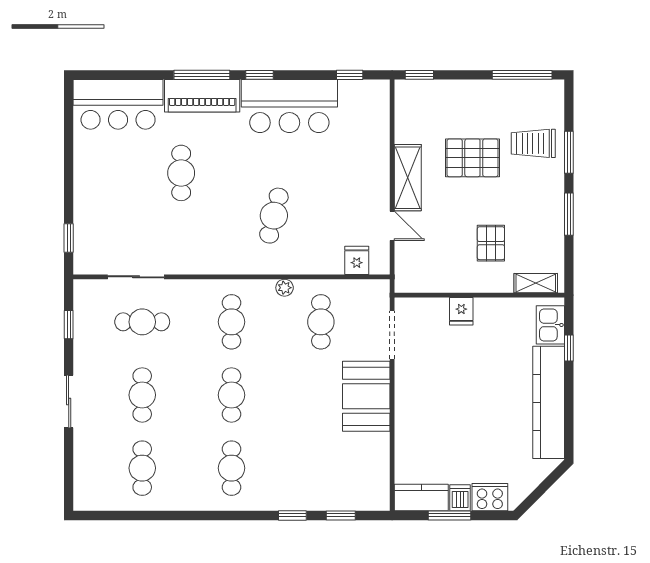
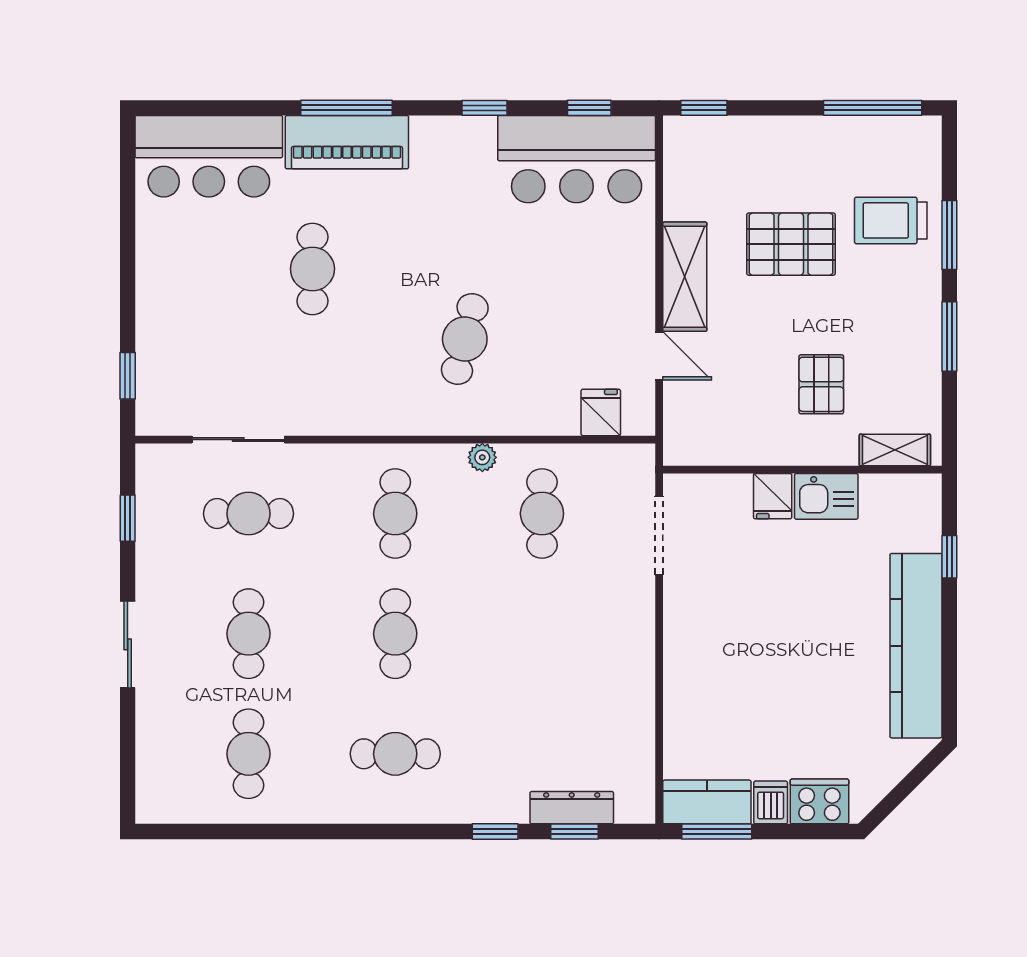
window: (259, 75) -> (484, 108), moved
bar counter: (289, 106) -> (577, 159), moved
kitchen sink: (550, 325) -> (826, 496), moved, turned -90
booth: (366, 396) -> (617, 636), removed
cafe table: (232, 468) -> (395, 754), turned 90
dresser: (339, 501) -> (572, 808), added
window: (449, 515) -> (717, 832), moved

